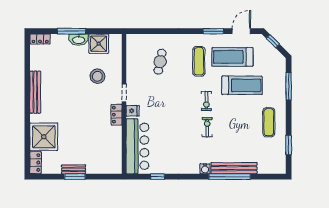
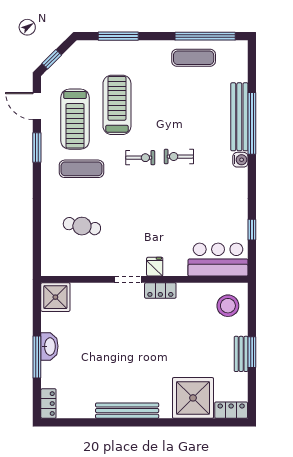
shower: (99, 44) -> (55, 297), moved
stool: (97, 76) -> (228, 306), moved
exercise mat: (269, 122) -> (194, 58), moved
window: (289, 145) -> (205, 36), width x2.11
bar counter: (137, 146) -> (218, 260), width x0.73

